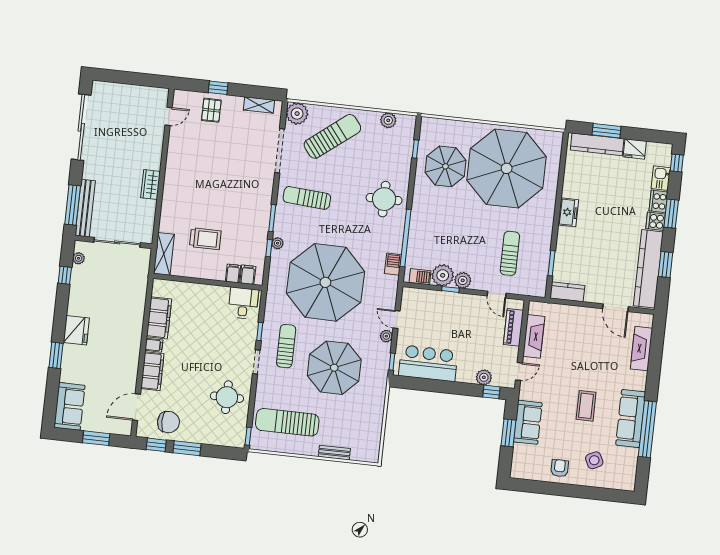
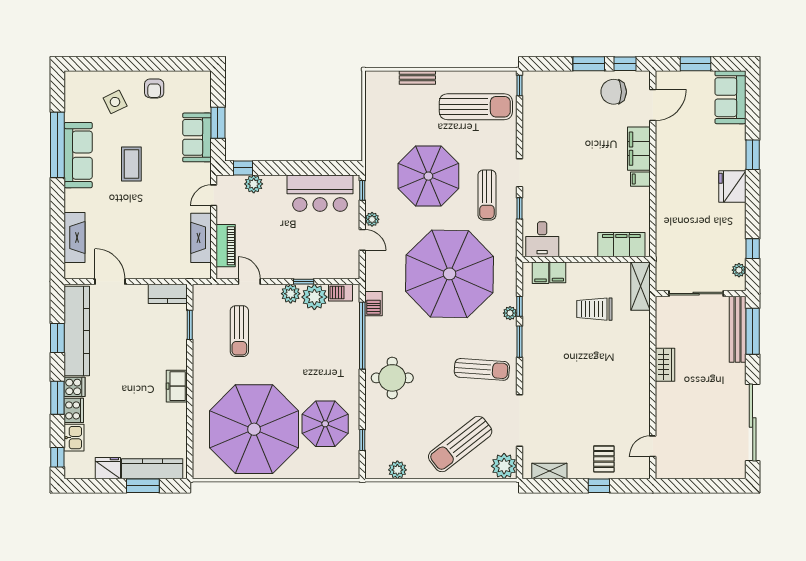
filing cabinet: (159, 318) -> (621, 245), moved, turned 90
round table: (227, 397) -> (549, 128), removed

